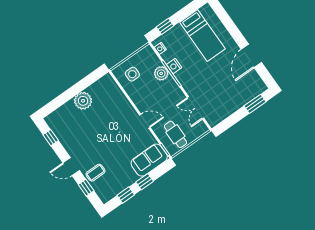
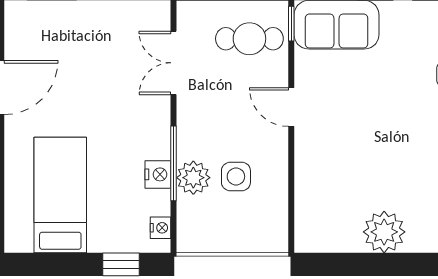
side table: (132, 74) -> (236, 176), moved
double door: (196, 108) -> (174, 63), swing flipped
cafe table: (175, 134) -> (249, 39), turned 90

